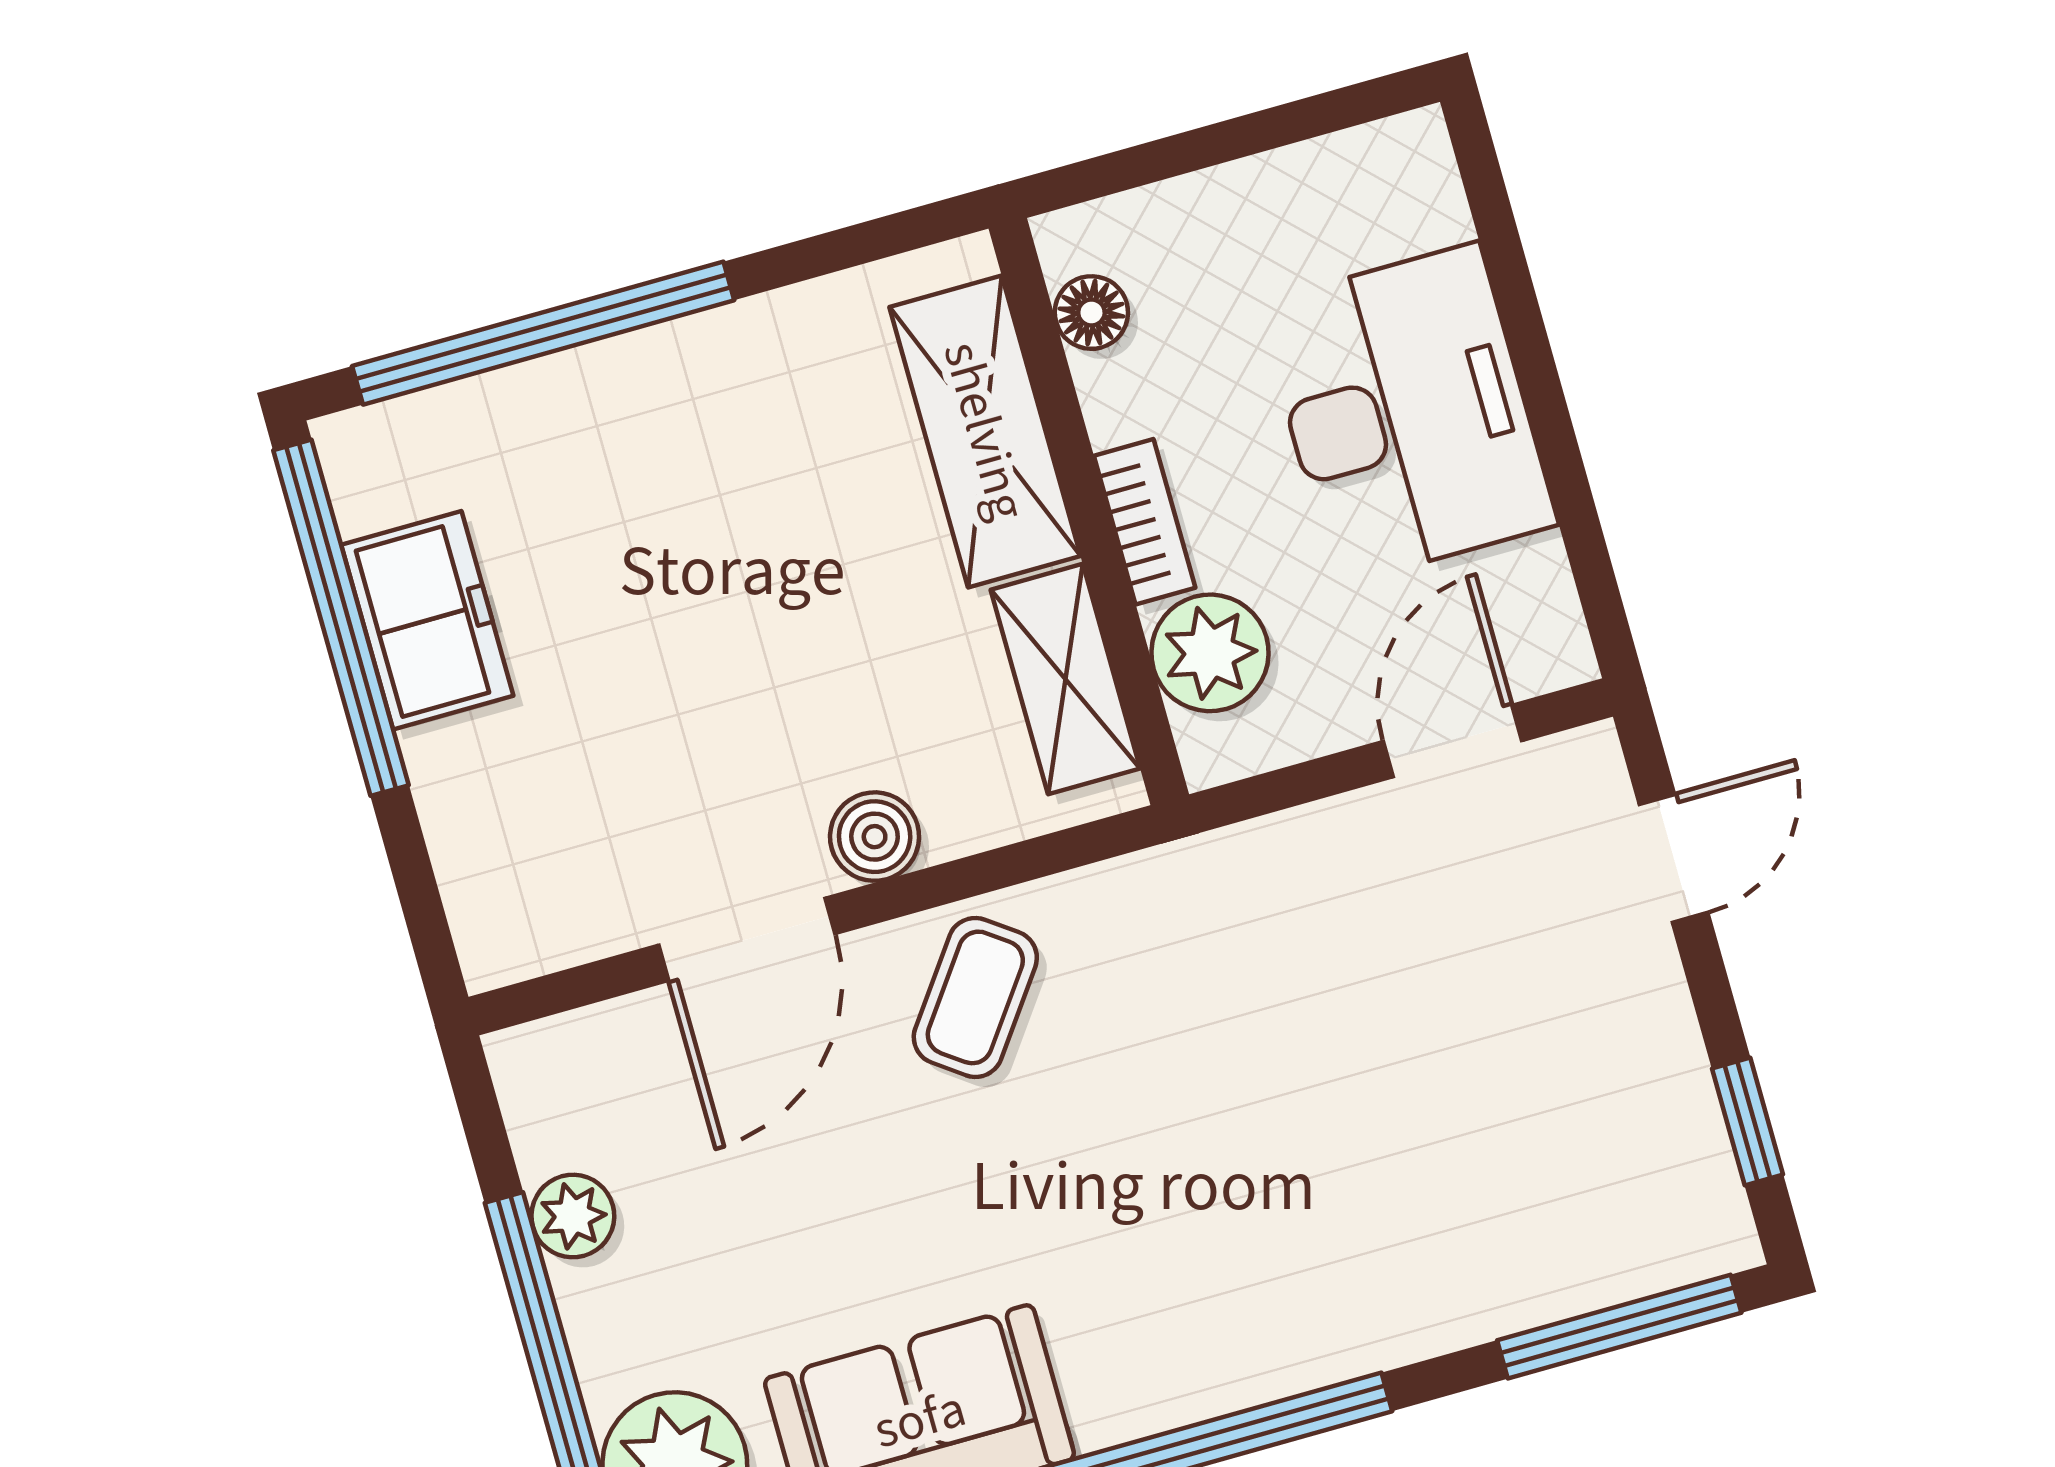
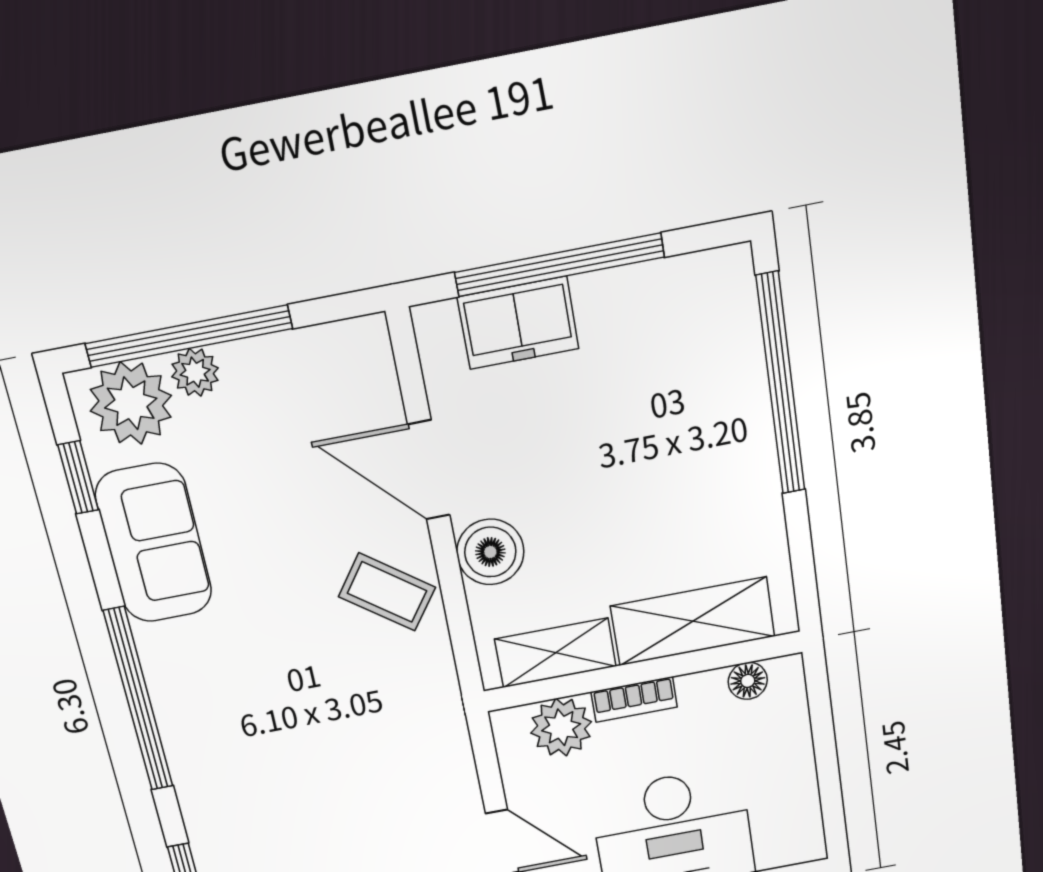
window: (341, 618) -> (560, 265), moved
freezer: (427, 620) -> (518, 323), moved
boiler: (875, 837) -> (490, 552), width x1.36, depth x1.36
plant: (573, 1216) -> (195, 372), moved

